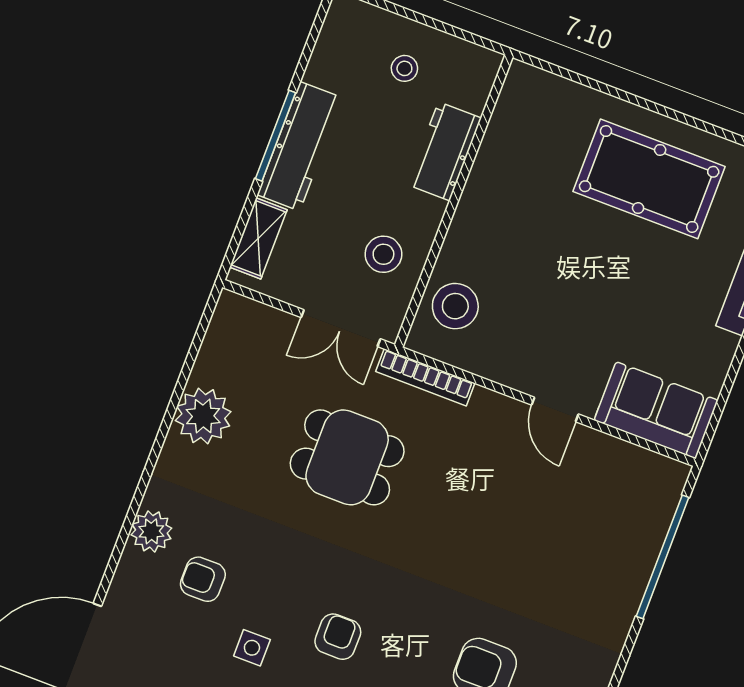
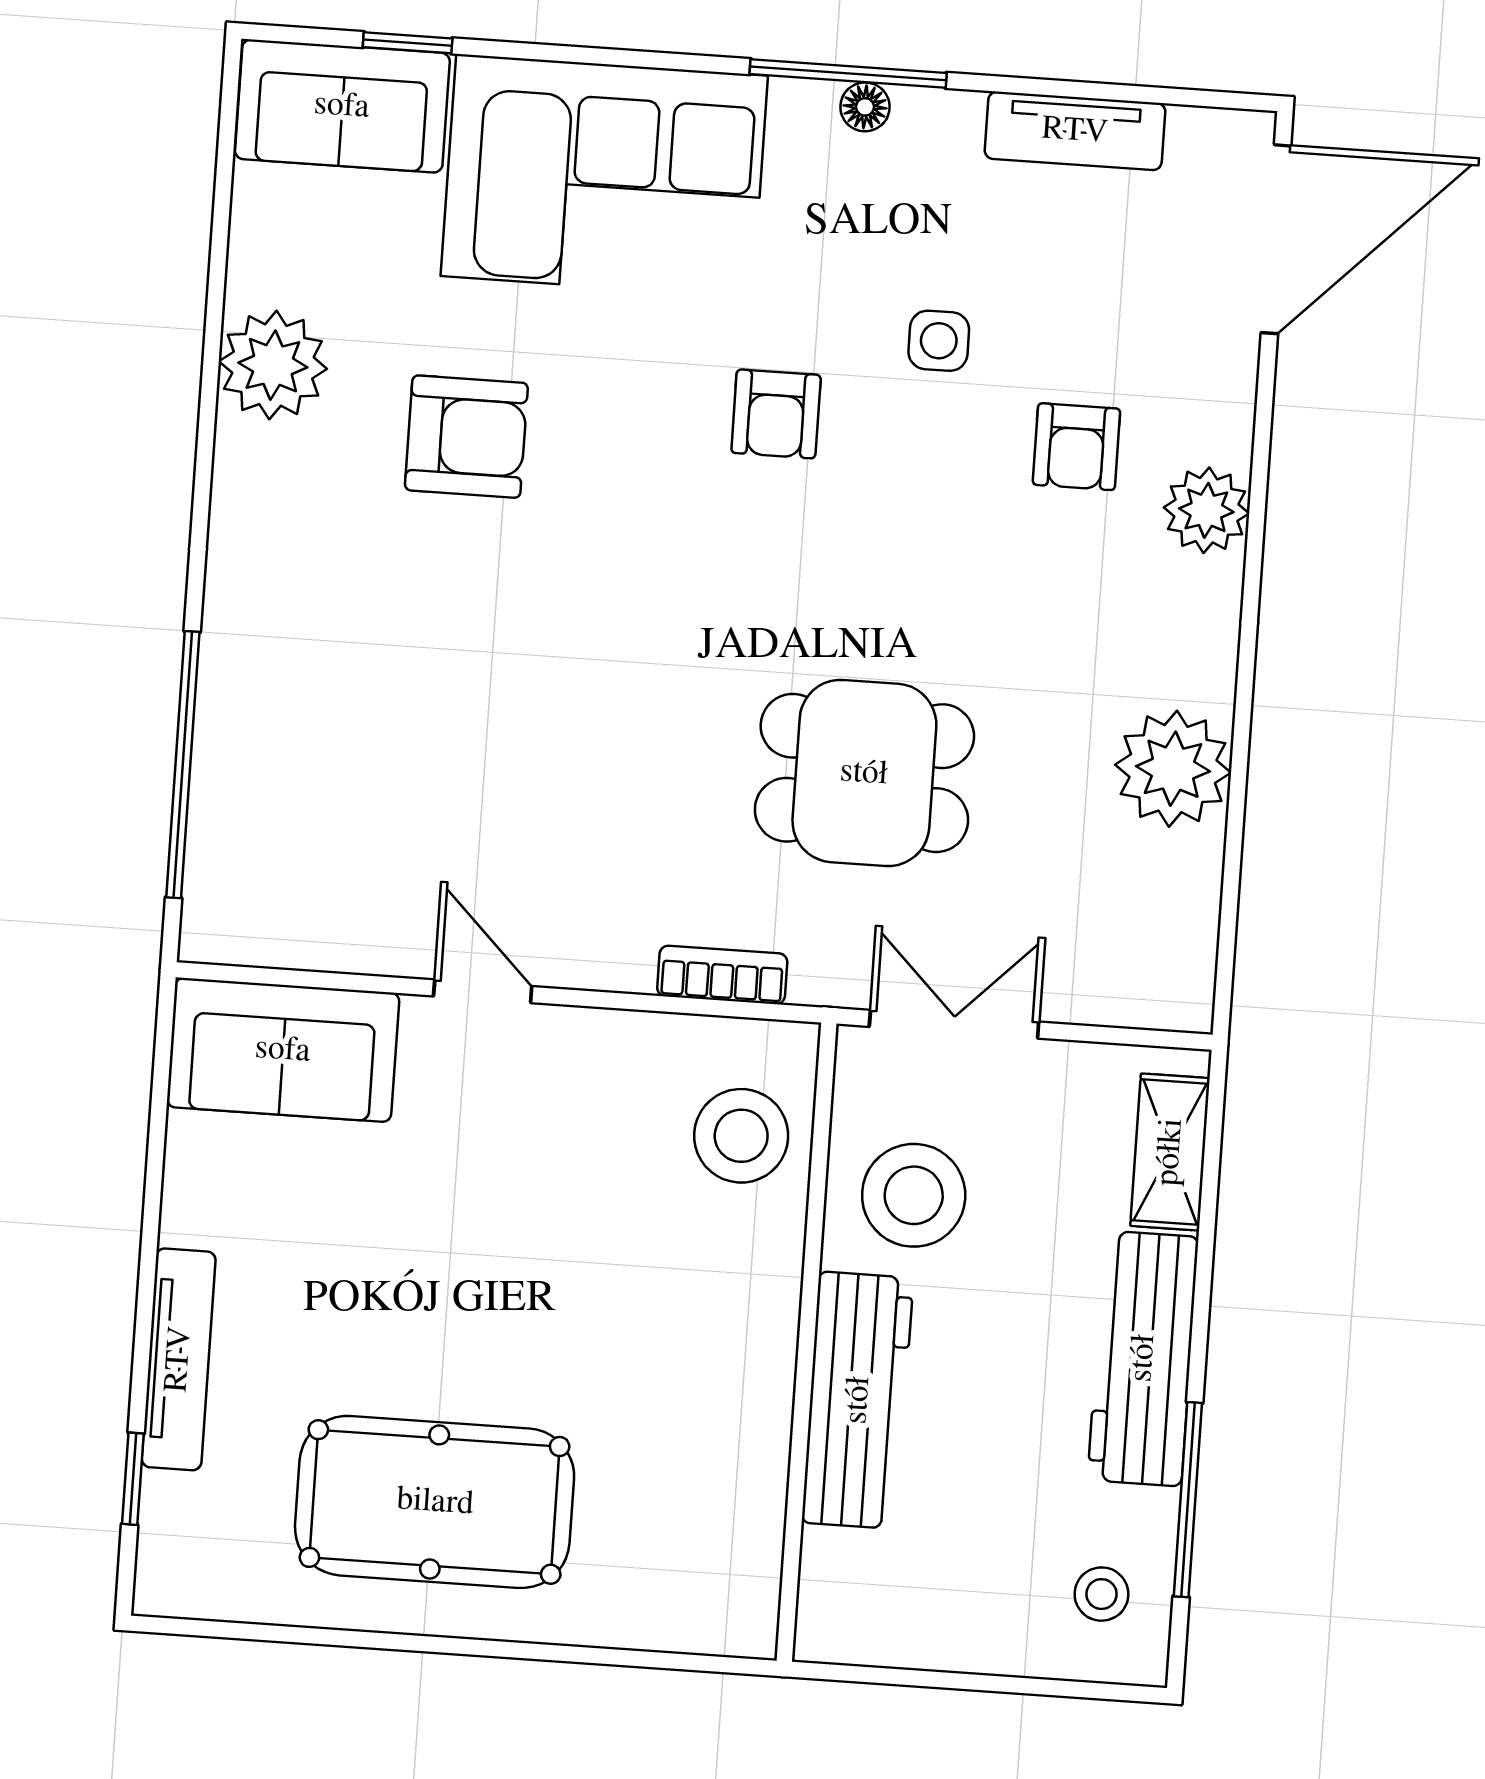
stool: (404, 68) -> (1101, 1594), moved
window: (276, 136) -> (1188, 1500), moved
workbench: (444, 151) -> (858, 1400), width x1.38
stool: (383, 254) -> (914, 1195), width x1.38, depth x1.38
bookcase: (425, 377) -> (722, 975), width x0.64
armchair: (203, 579) -> (1076, 447), turned 90

